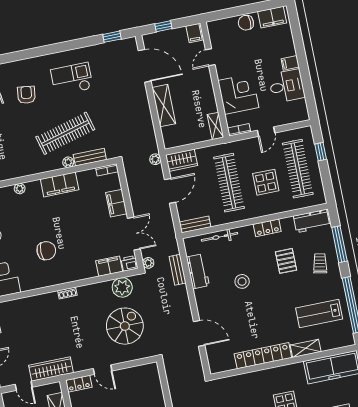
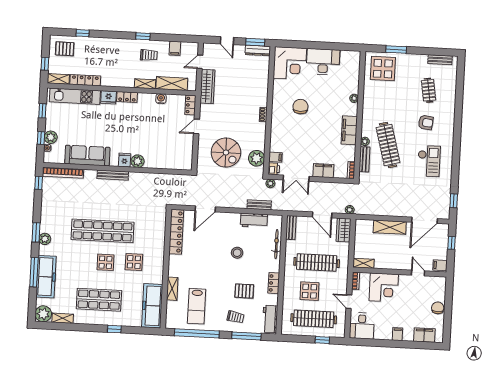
filing cabinet: (272, 17) -> (424, 335), moved, turned 90
desk: (287, 86) -> (362, 326), moved
chair: (46, 251) -> (300, 107), turned 180
filing cabinet: (109, 266) -> (276, 157), width x0.50
lab bench: (319, 314) -> (197, 306), turned 180
locker: (263, 356) -> (176, 232), moved

